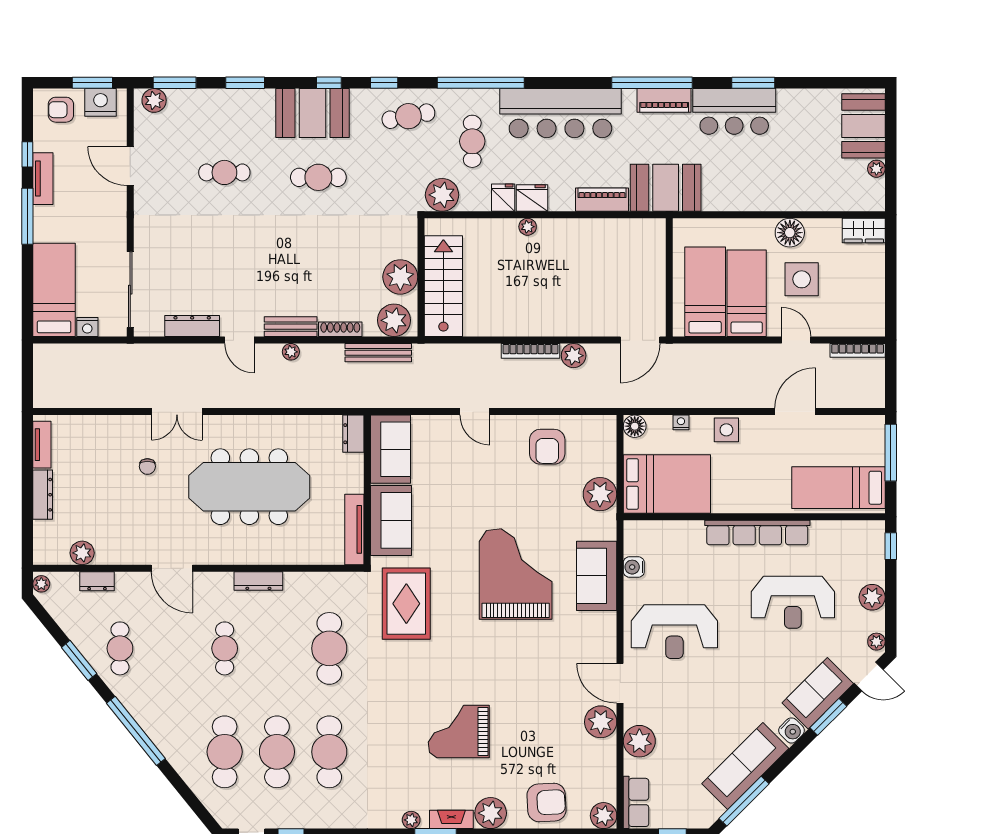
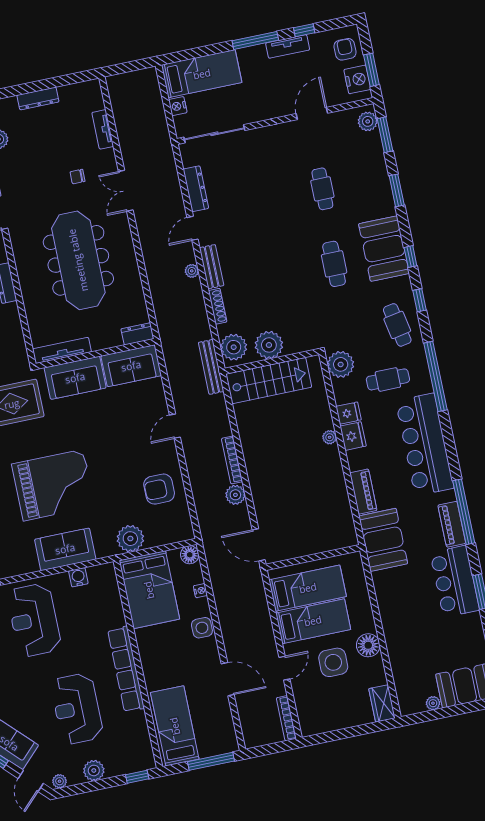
bench: (378, 353) -> (211, 367), moved
tv unit: (42, 445) -> (103, 129), moved, turned 90

